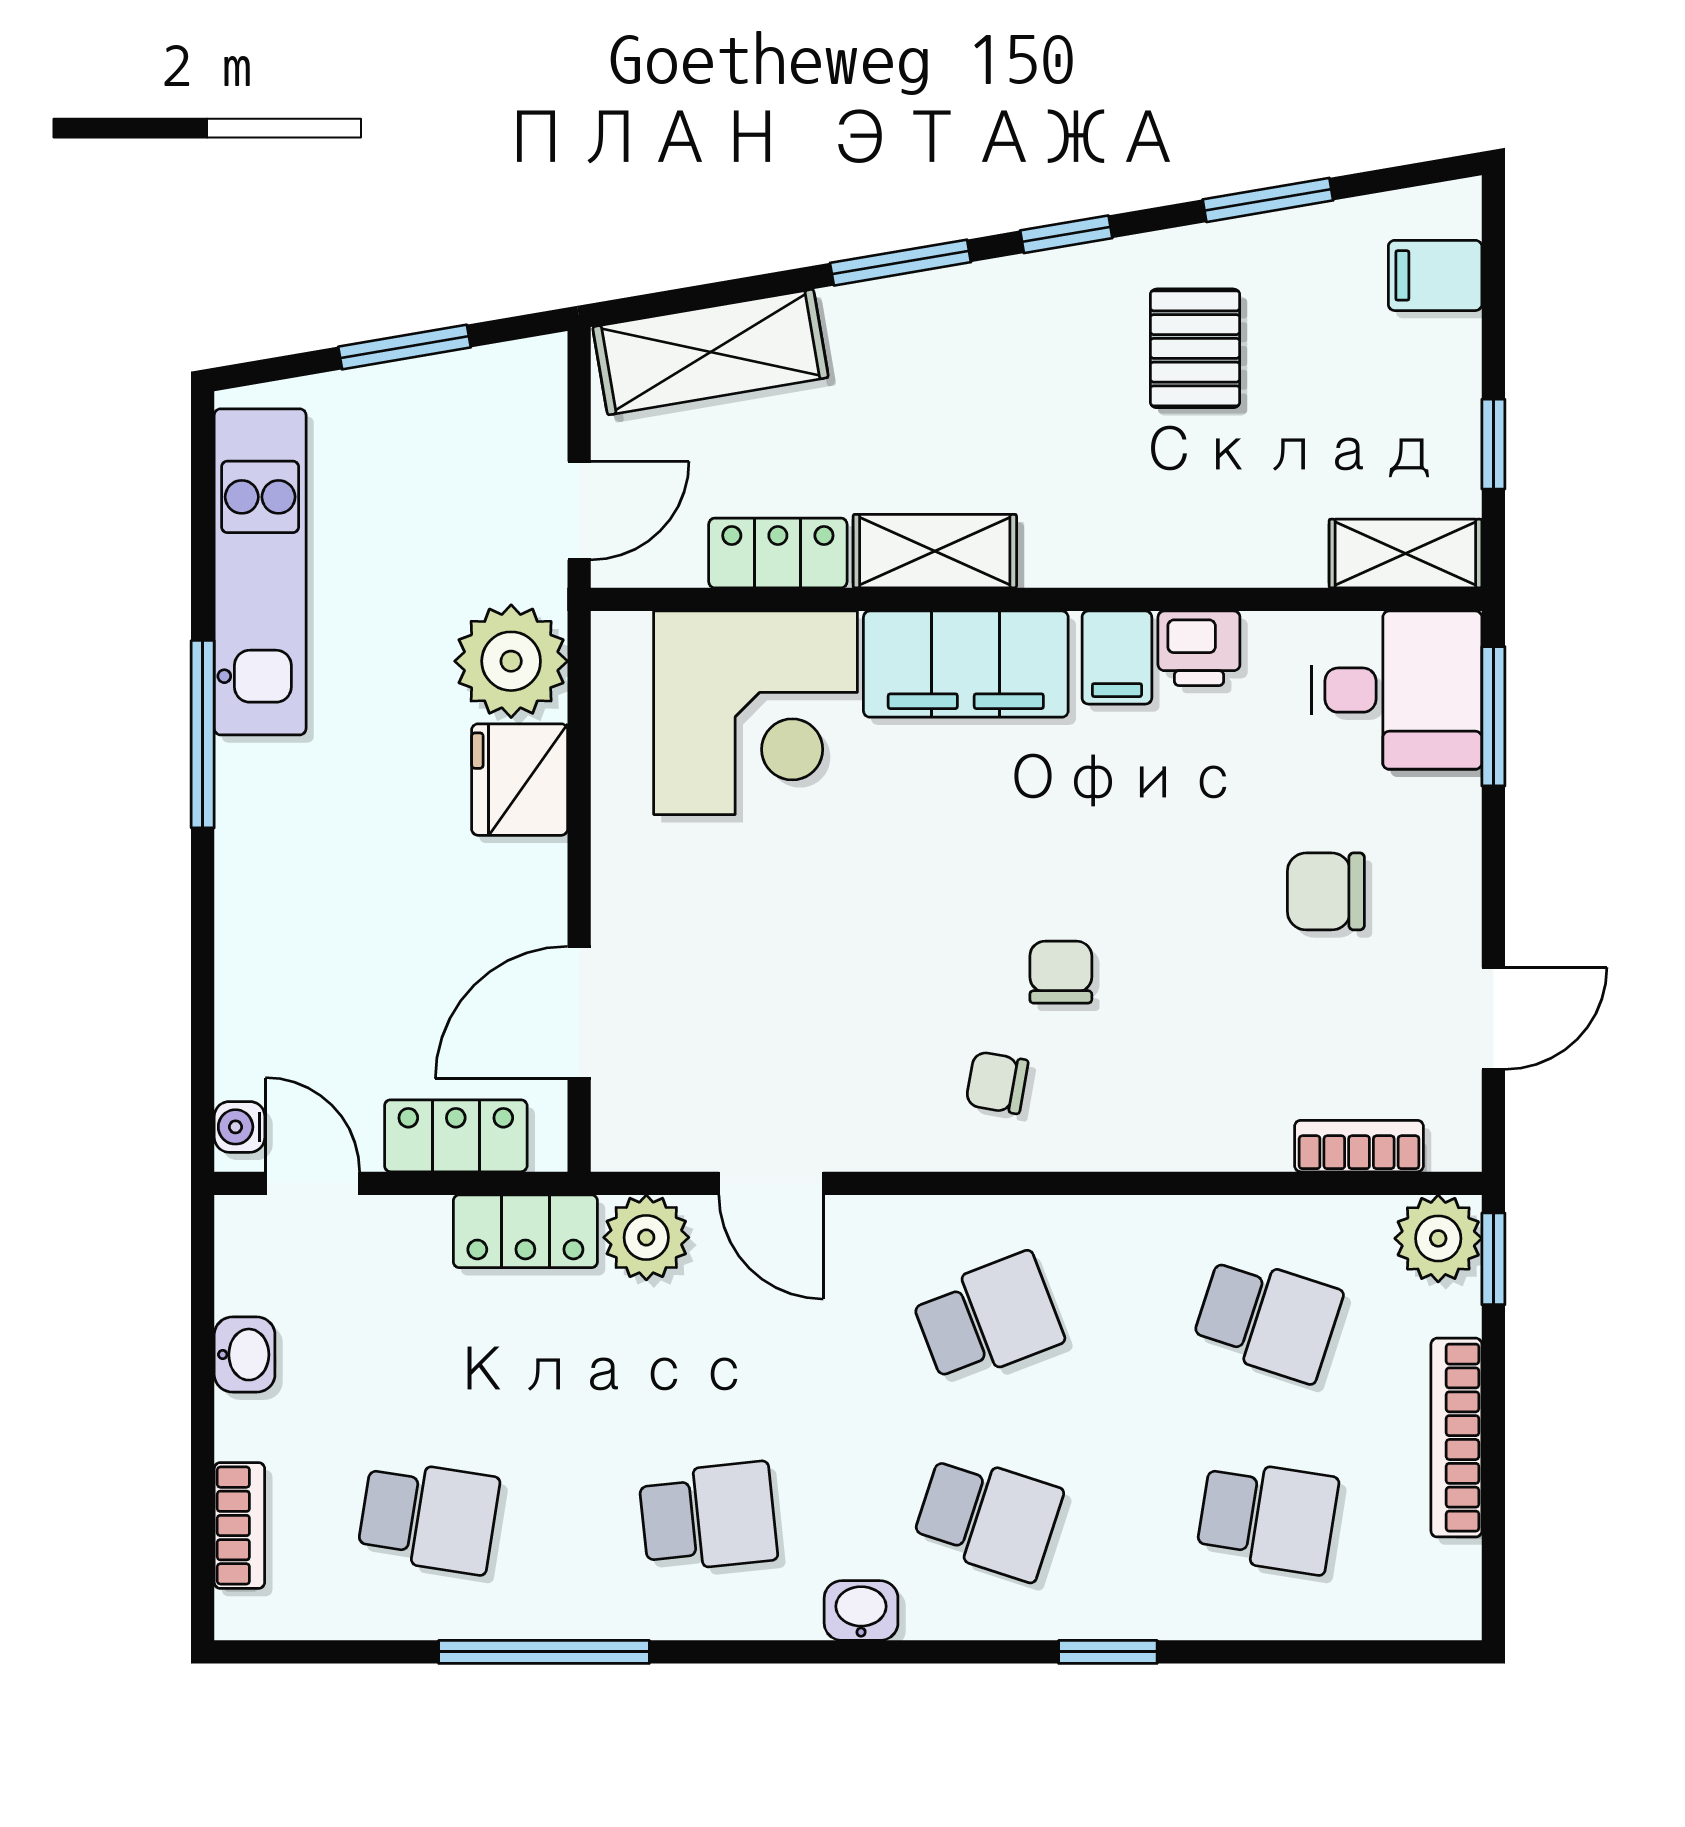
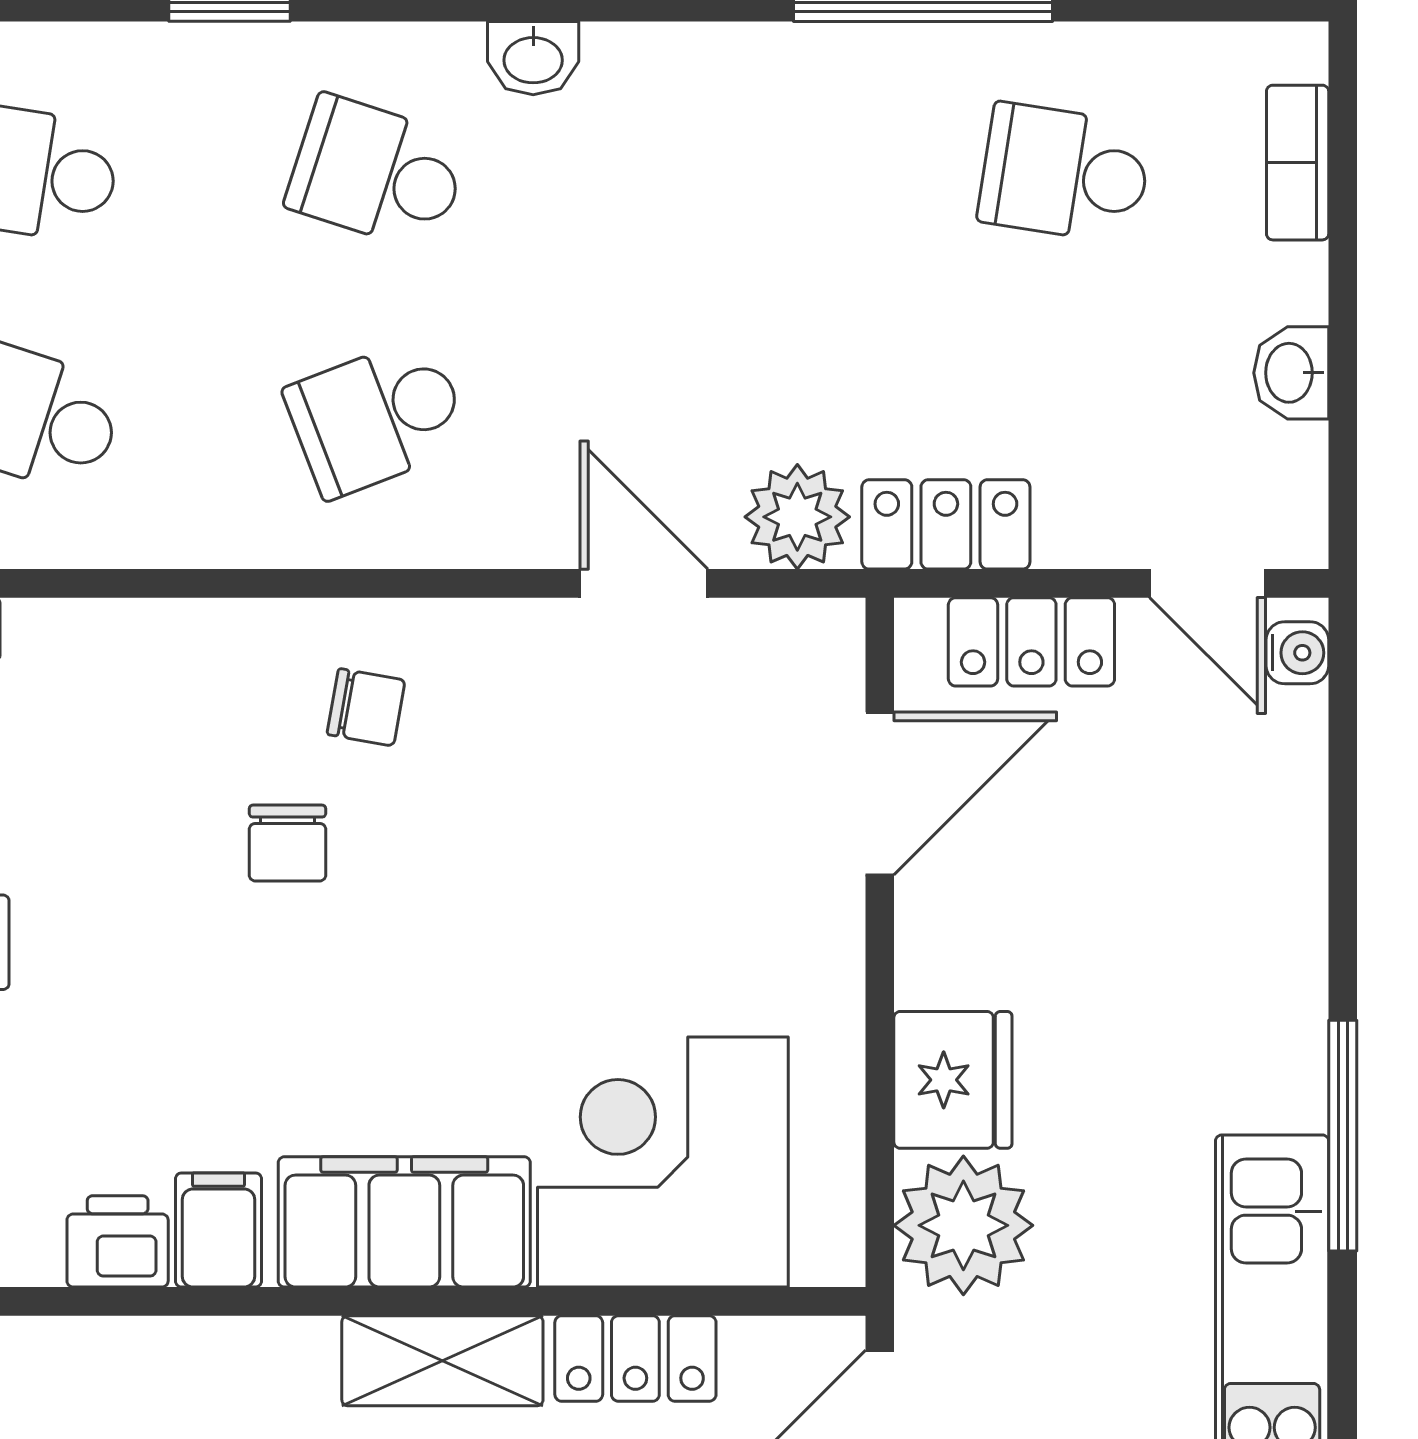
school desk: (708, 1517) -> (721, 173), removed

